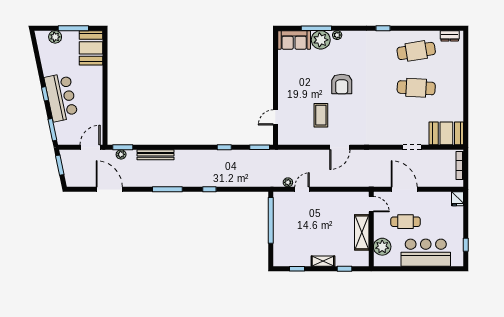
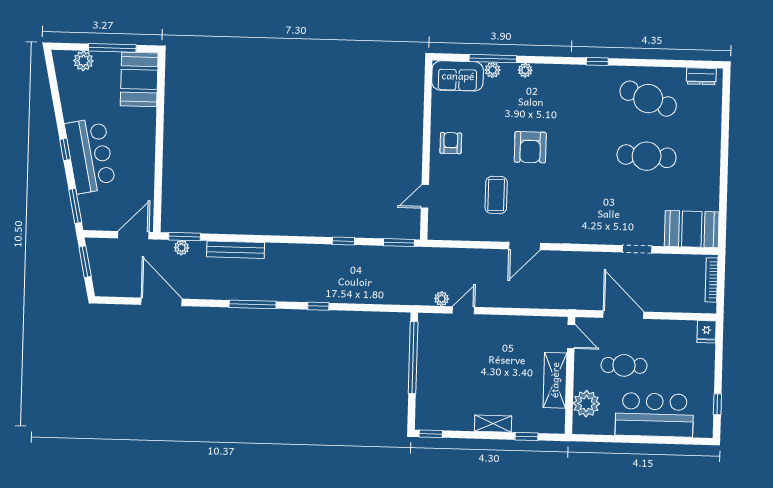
plant: (321, 40) -> (493, 70), width x0.53, depth x0.53
cafe table: (416, 51) -> (648, 99), turned 30
armchair: (291, 83) -> (451, 143), added
window: (297, 269) -> (431, 434), moved

